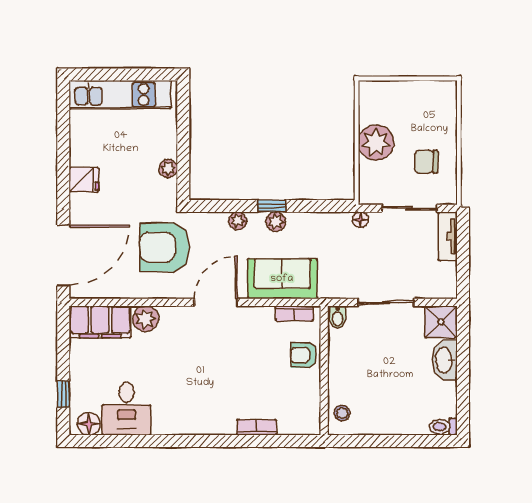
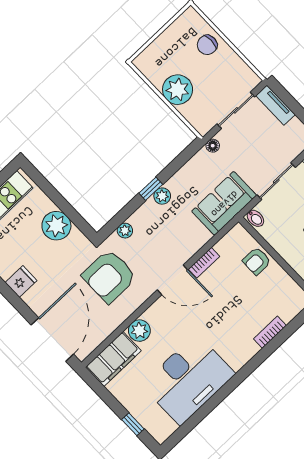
chair: (426, 162) -> (207, 45), moved
plant: (168, 168) -> (56, 226), width x1.88, depth x1.88
plant: (238, 221) -> (125, 231), moved
sofa: (282, 279) -> (224, 203), moved
door: (216, 302) -> (173, 280), swing flipped
bookcase: (294, 313) -> (204, 263), moved
desk: (127, 409) -> (188, 379), width x1.87, depth x1.30
floor lamp: (89, 424) -> (166, 427), removed

